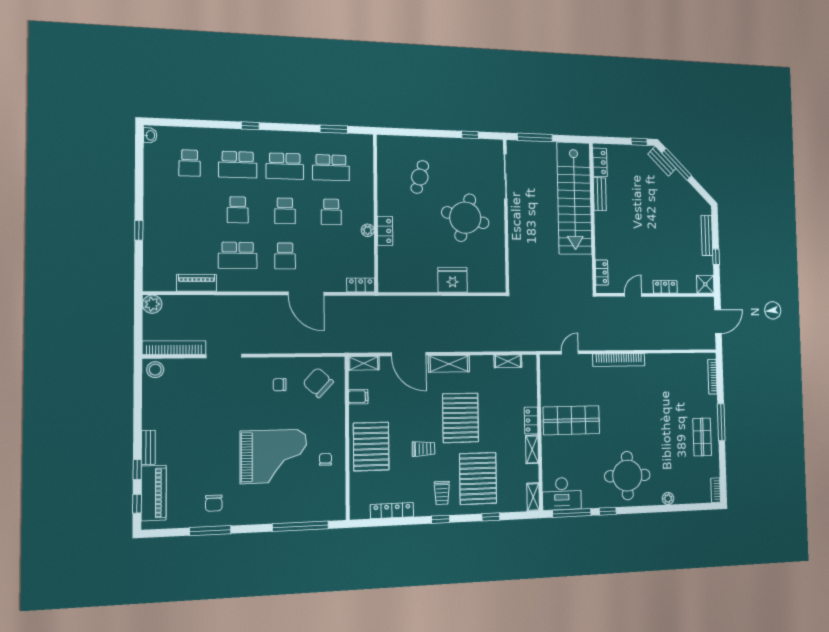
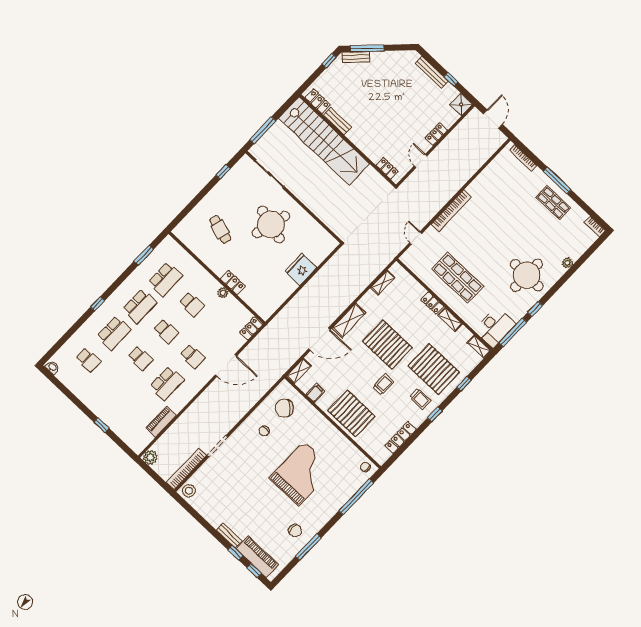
shop shelf: (571, 420) -> (458, 278), turned 90
chair: (325, 459) -> (365, 467), moved

